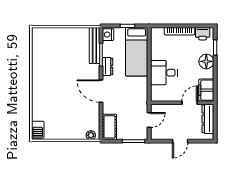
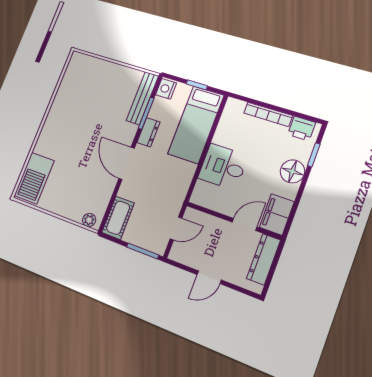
barbecue: (38, 130) -> (34, 178), width x1.88, depth x1.53

